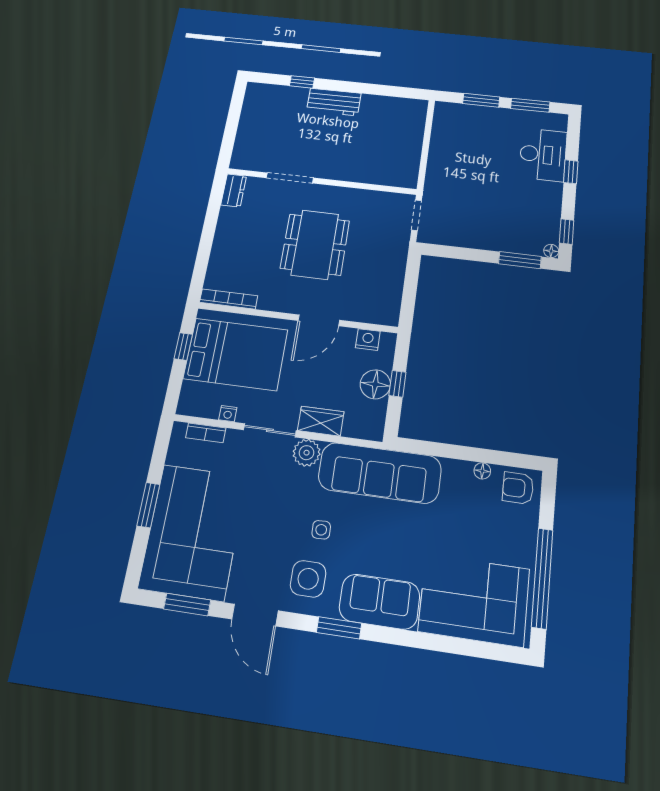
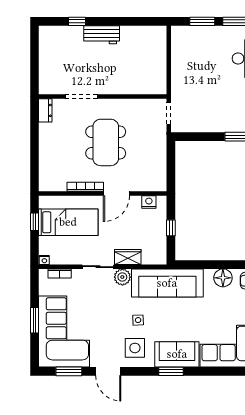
bookcase: (229, 299) -> (85, 187), moved
bed: (236, 354) -> (68, 222), width x0.67
floor lamp: (375, 384) -> (157, 230), removed
nightstand: (228, 414) -> (44, 260), moved
floor lamp: (482, 471) -> (223, 278), width x1.89, depth x1.89
window: (339, 628) -> (171, 371), moved

